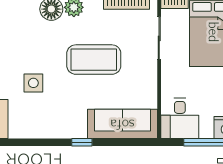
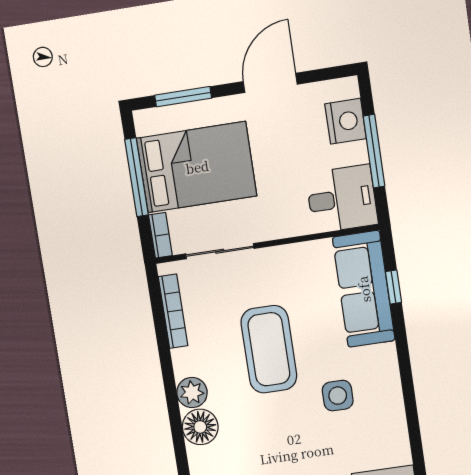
side table: (33, 83) -> (338, 396), moved
window: (82, 142) -> (393, 287), moved

